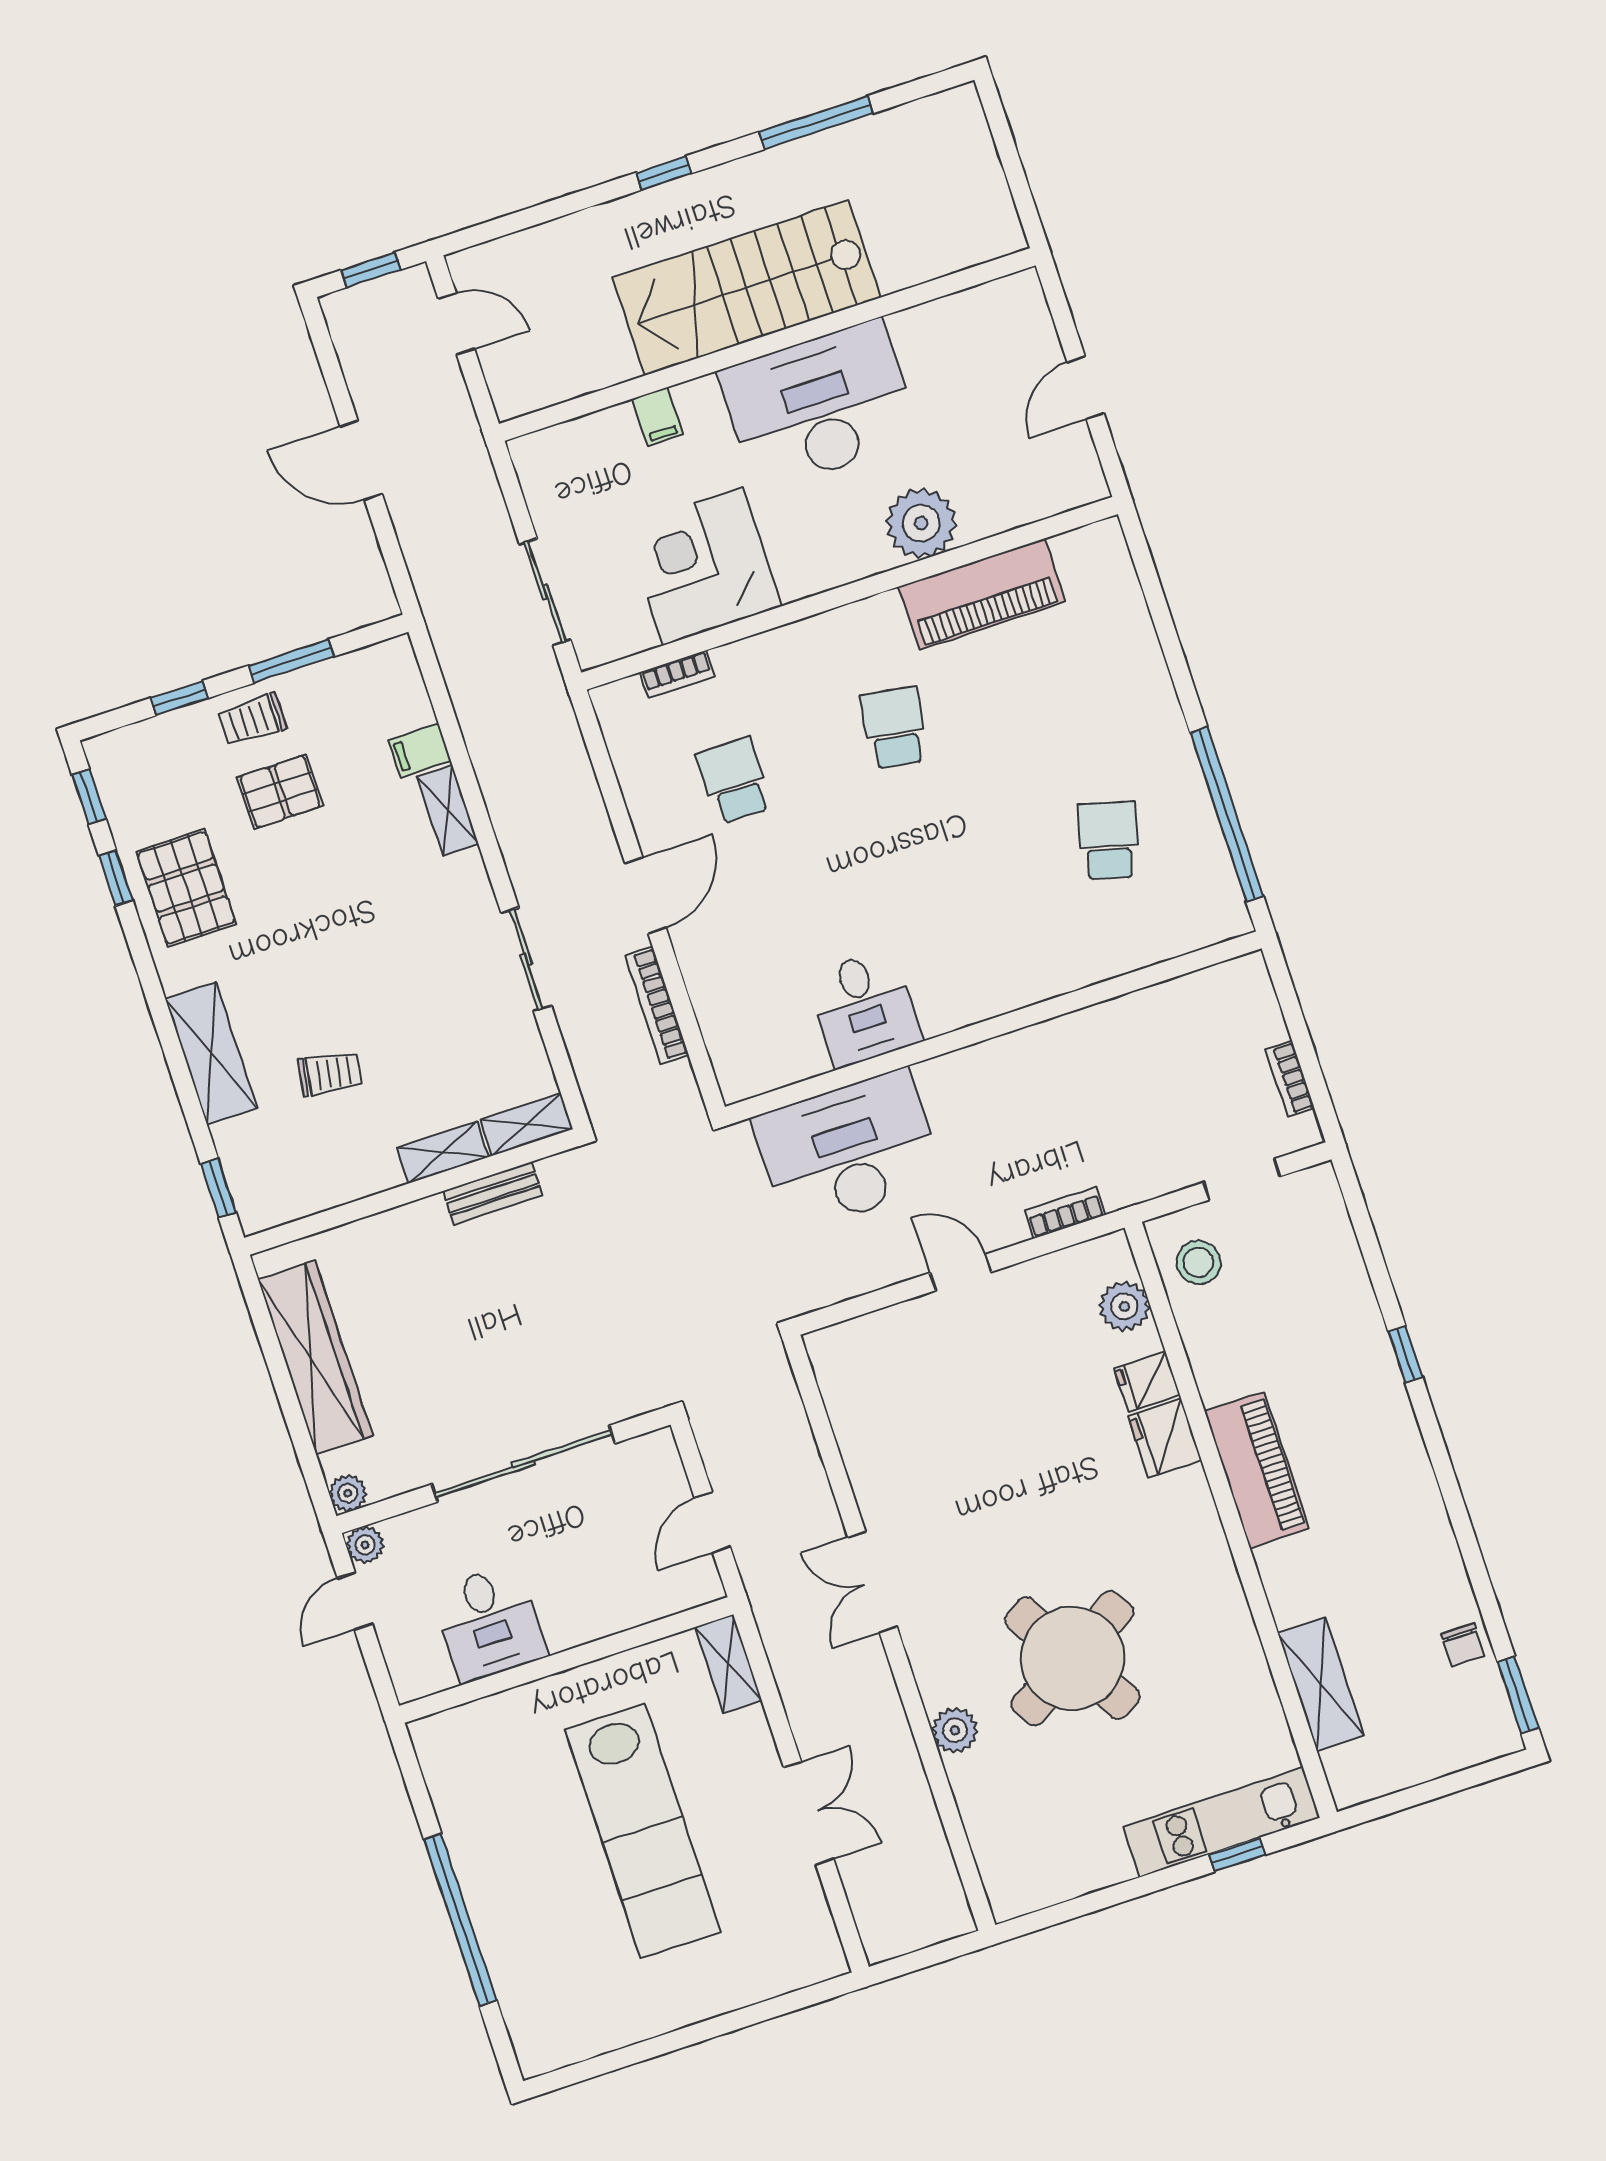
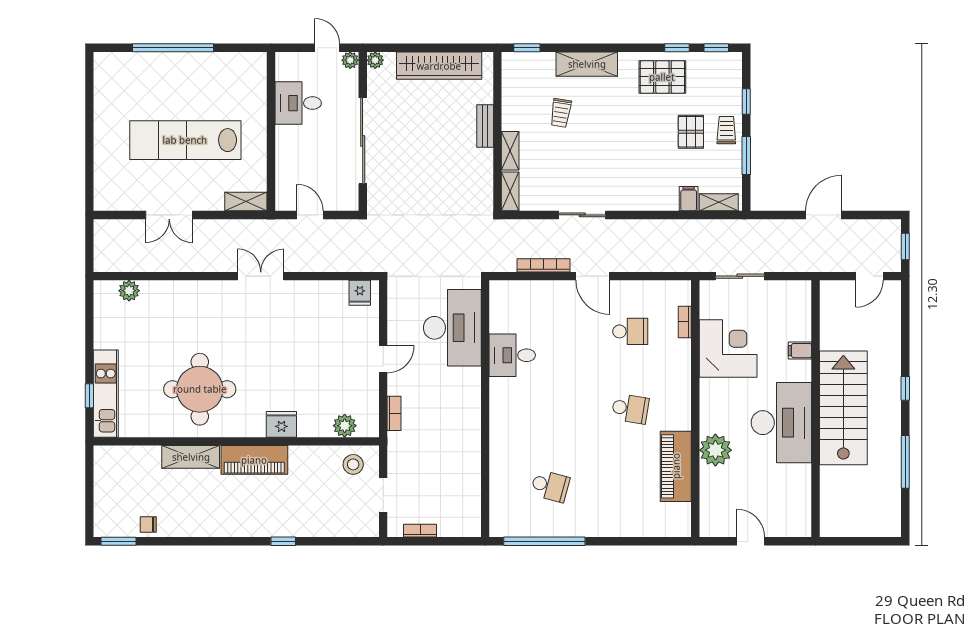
shelving: (448, 810) -> (719, 202), moved
bench: (493, 1193) -> (485, 126), moved
fridge: (1147, 1382) -> (360, 293), moved, turned 180
round table: (1072, 1658) -> (200, 389), moved, turned 31
shelving: (1321, 1684) -> (191, 457), moved
plant: (955, 1730) -> (129, 291), moved

